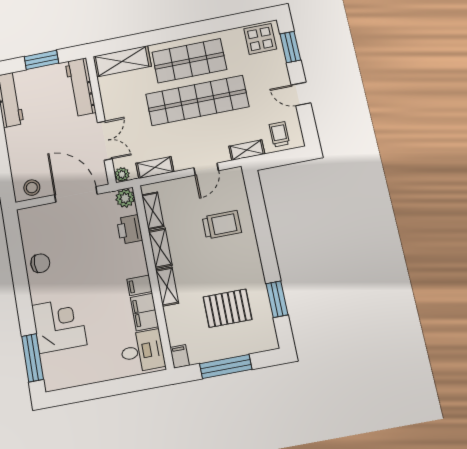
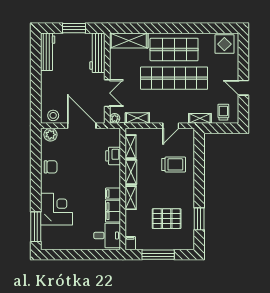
window: (290, 47) -> (243, 54), removed
plant: (125, 198) -> (50, 135), moved

